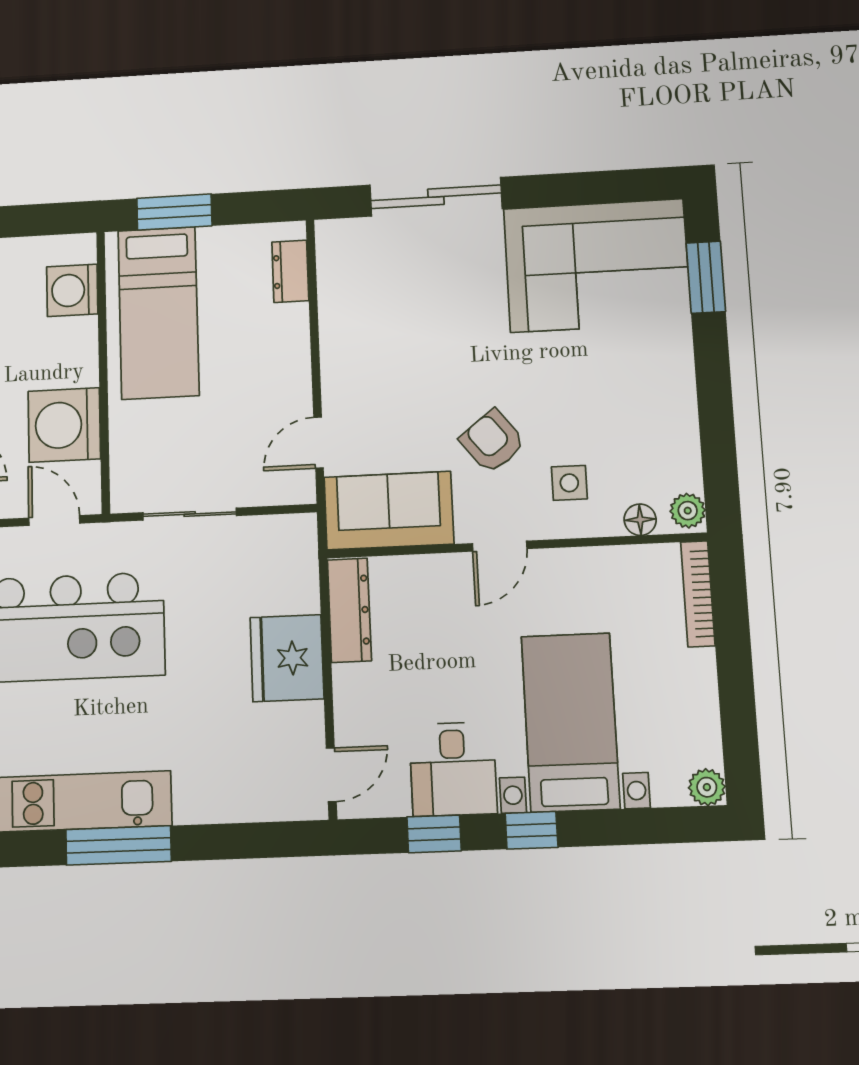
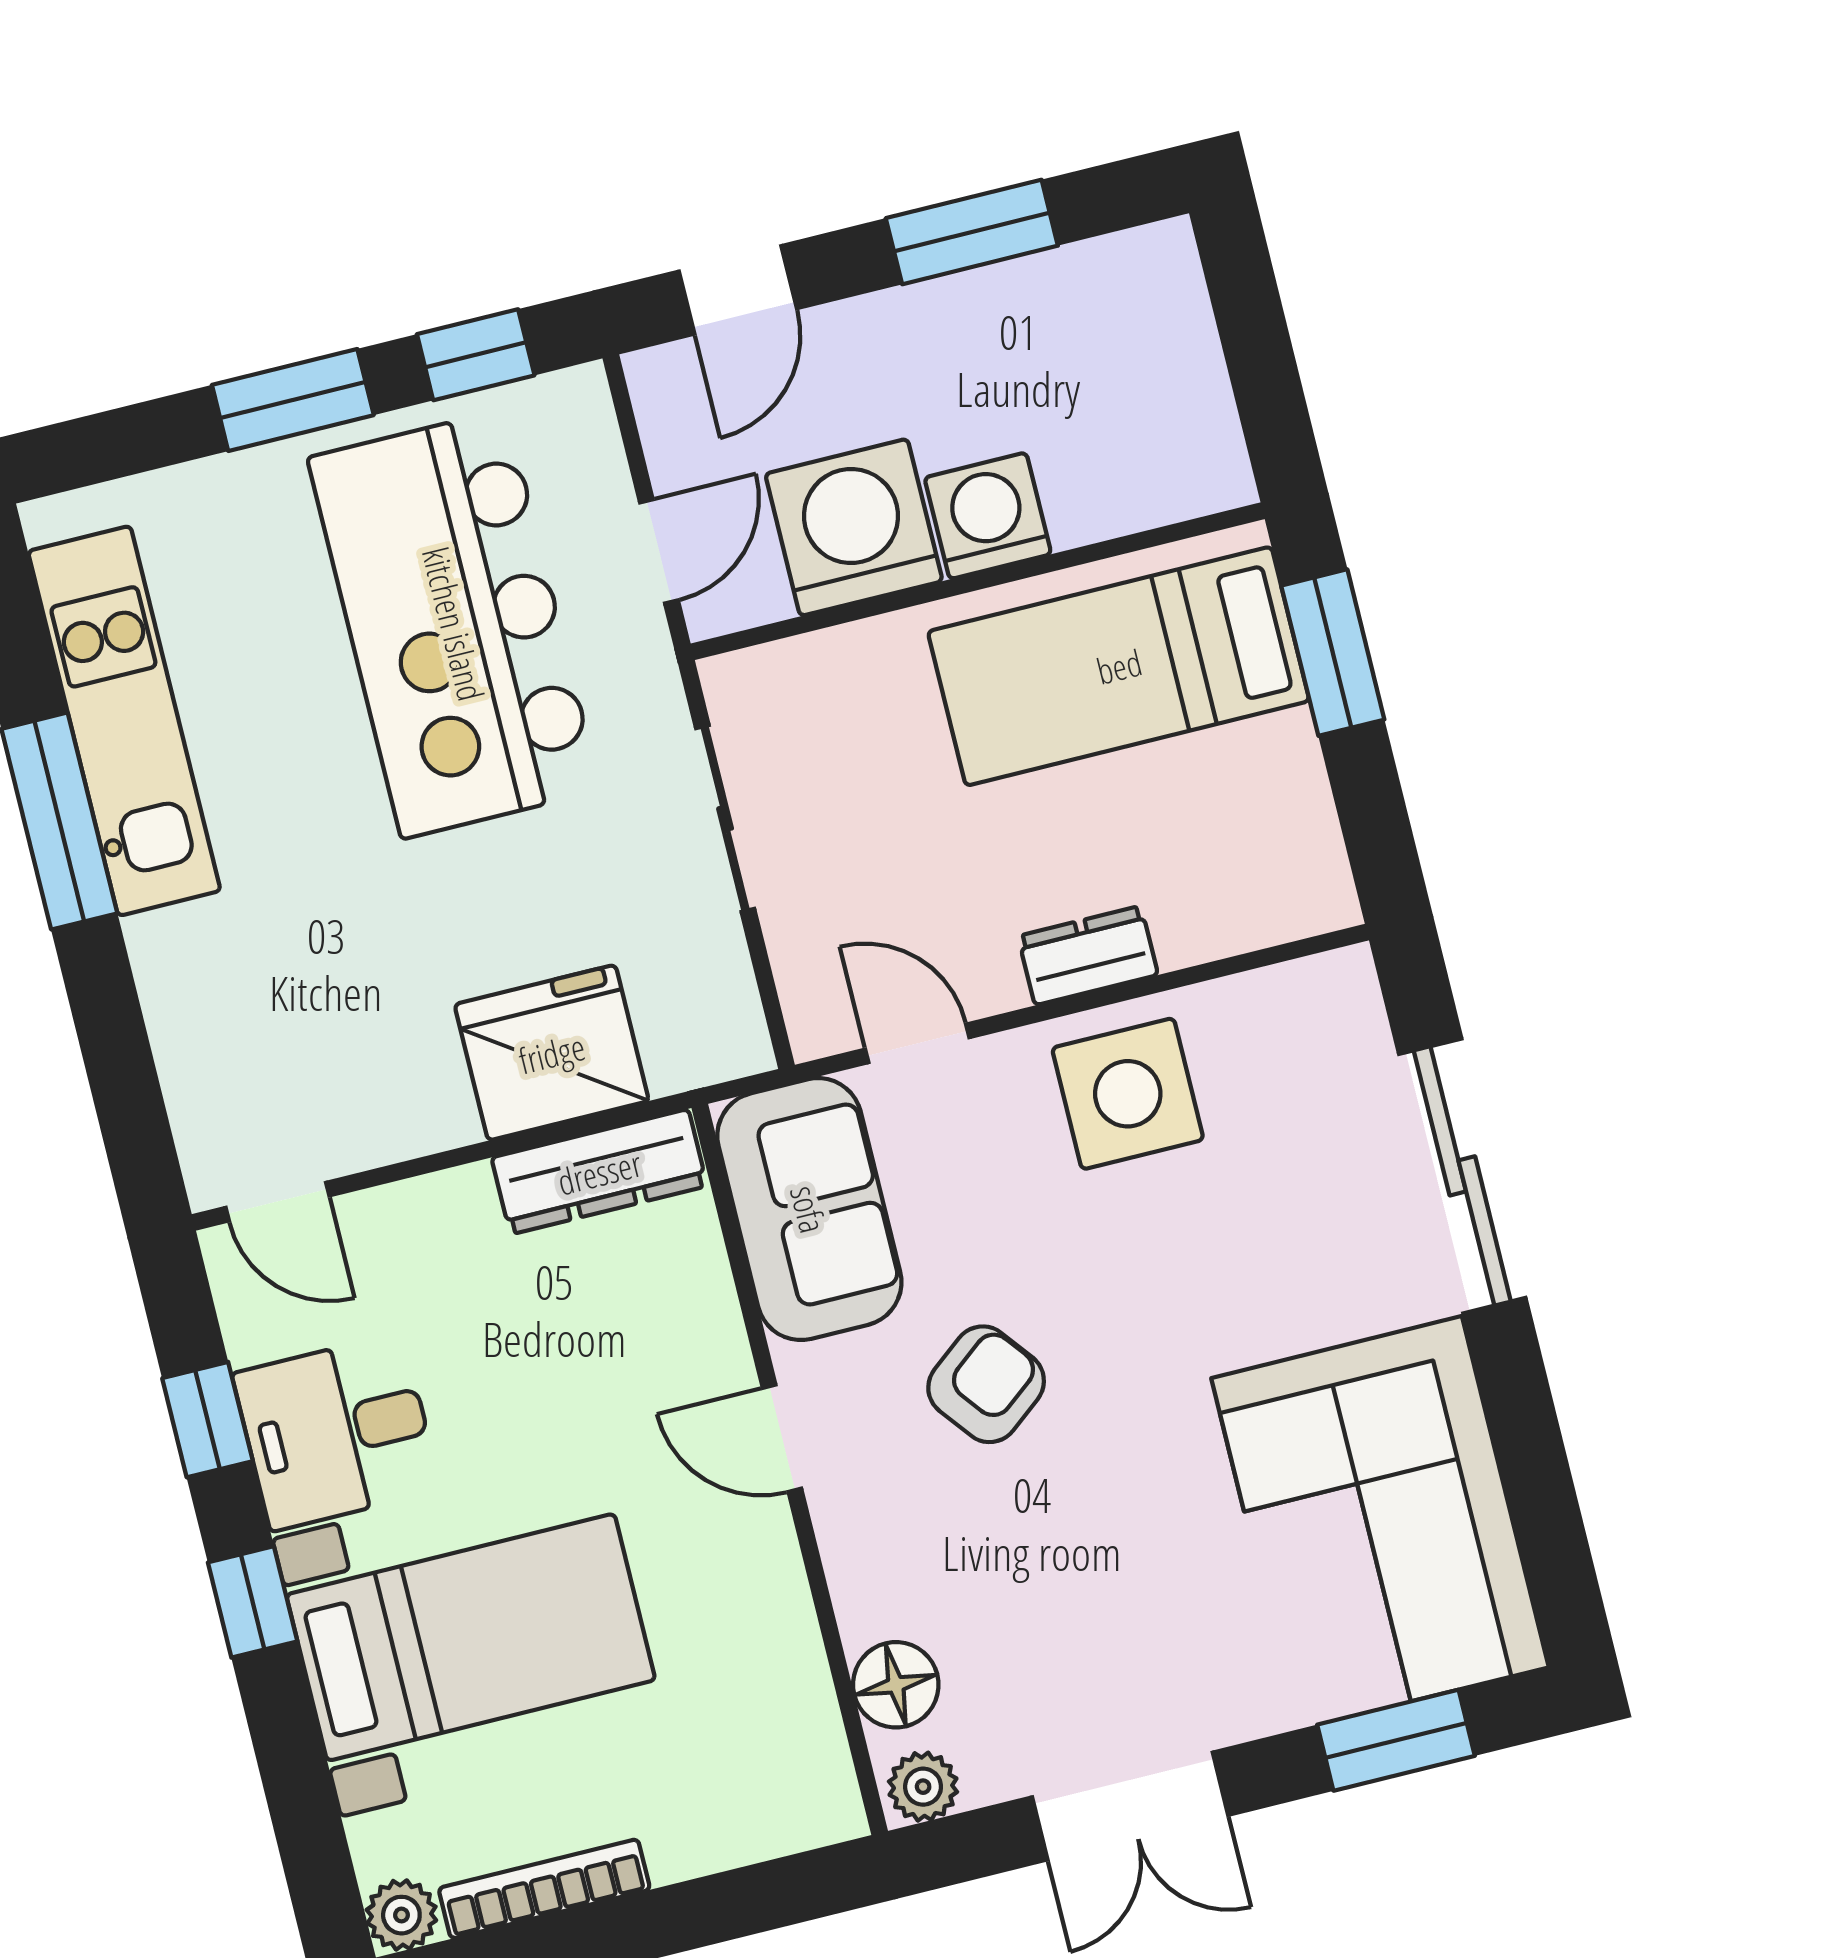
dresser: (290, 271) -> (1088, 955), moved
washing machine: (72, 290) -> (988, 516), moved
double door: (716, 411) -> (1130, 1806), added
side table: (569, 483) -> (1128, 1094), moved, width x1.87, depth x1.87
floor lamp: (640, 520) -> (896, 1685), width x1.37, depth x1.37
bookcase: (698, 594) -> (544, 1889), moved
fridge: (287, 658) -> (552, 1053), moved

